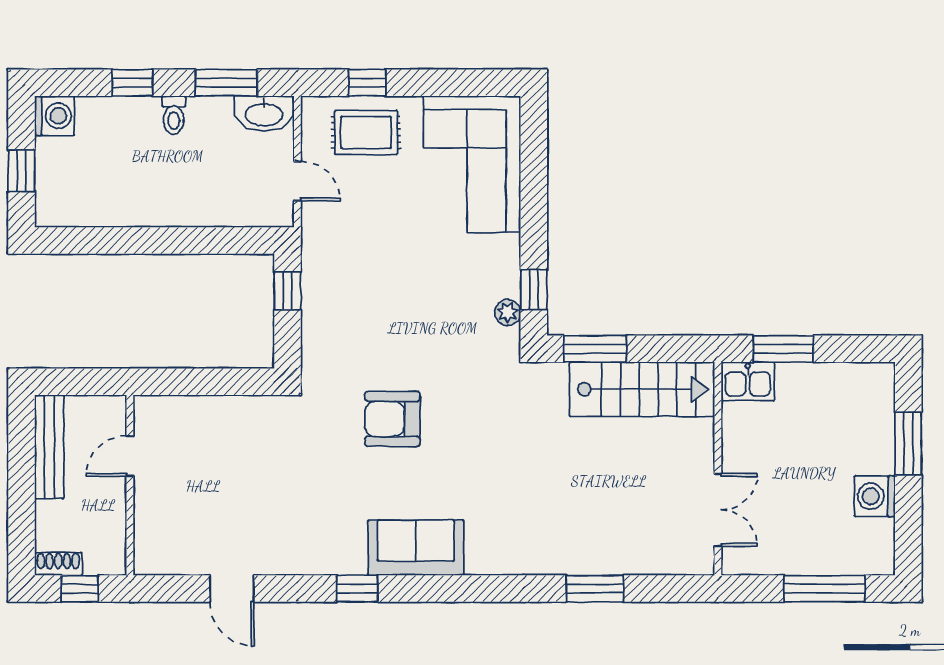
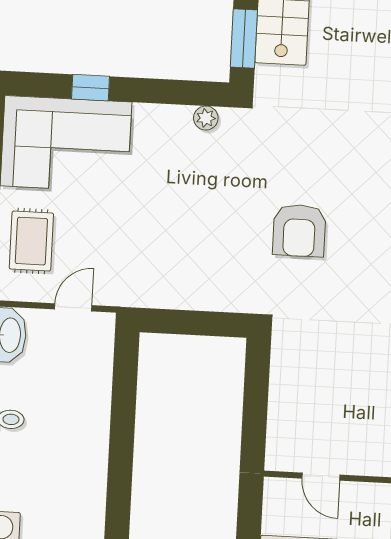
window: (534, 290) -> (90, 88), moved
window: (287, 291) -> (175, 322), removed

